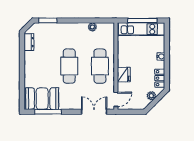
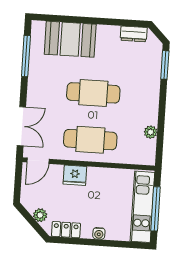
booth: (42, 99) -> (70, 39), moved, turned 90
door: (116, 99) -> (38, 161), hinge flipped

